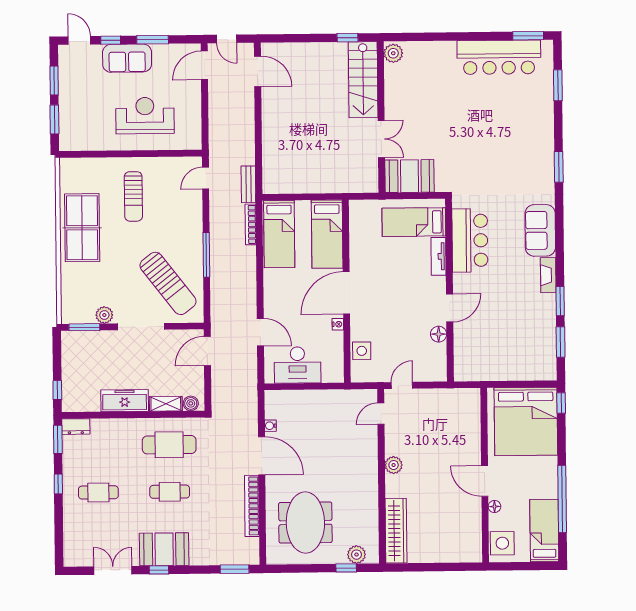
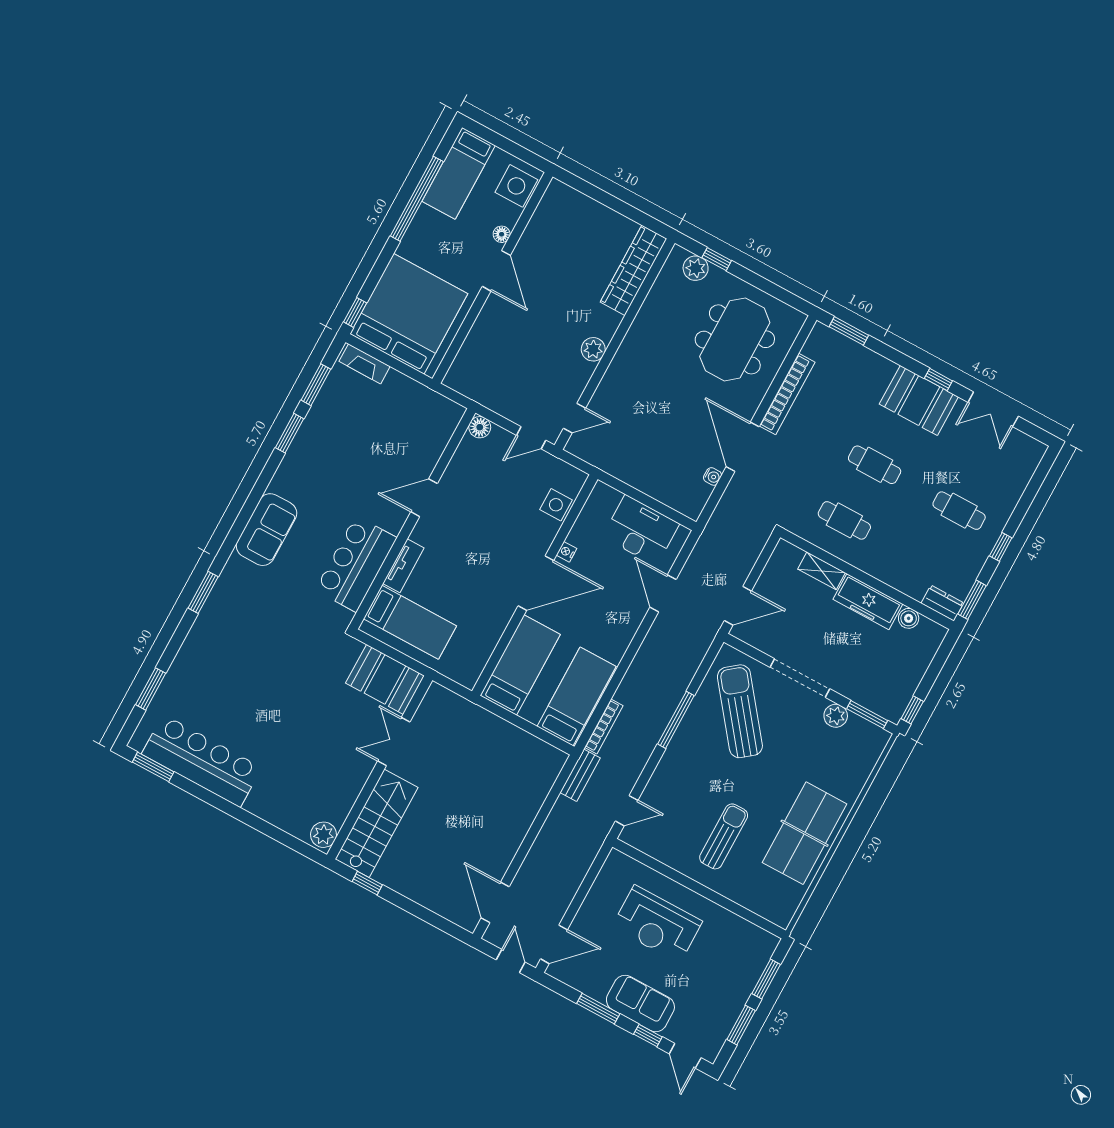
fireplace: (548, 275) -> (365, 364), moved, turned 90
floor lamp: (439, 334) -> (480, 427), moved
window: (57, 390) -> (912, 710), moved
boiler: (191, 403) -> (909, 618), moved
cafe table: (169, 445) -> (844, 520), width x0.73, depth x0.74

